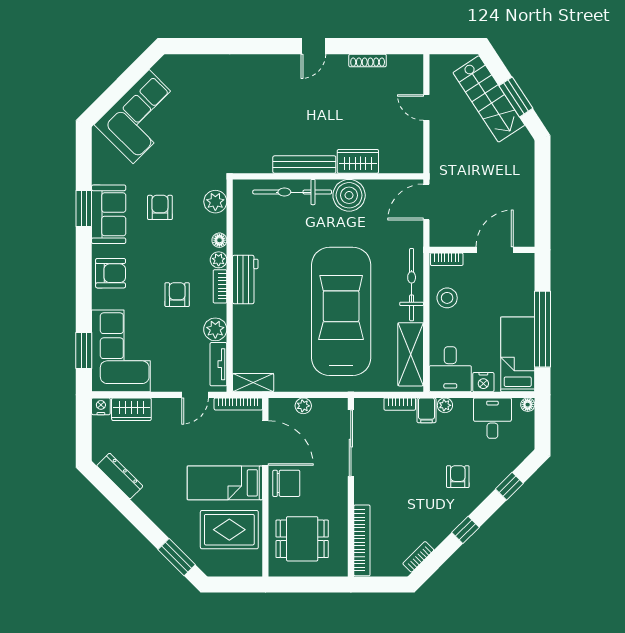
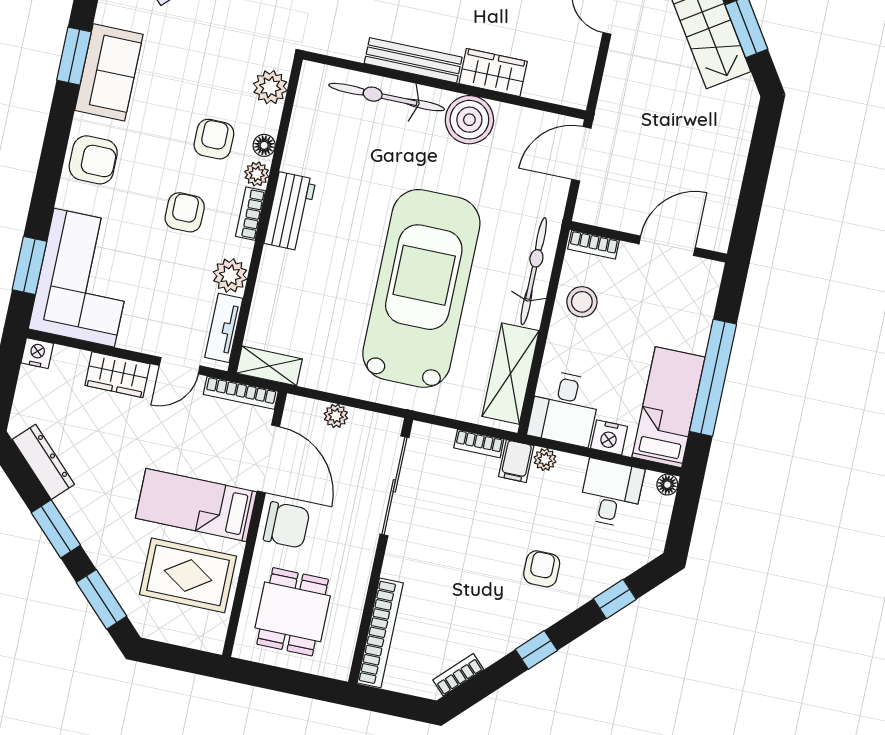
armchair: (160, 207) -> (214, 139), moved
wardrobe: (131, 409) -> (117, 375), moved
window: (137, 518) -> (56, 529), added
dining table: (302, 539) -> (293, 612), turned 90

